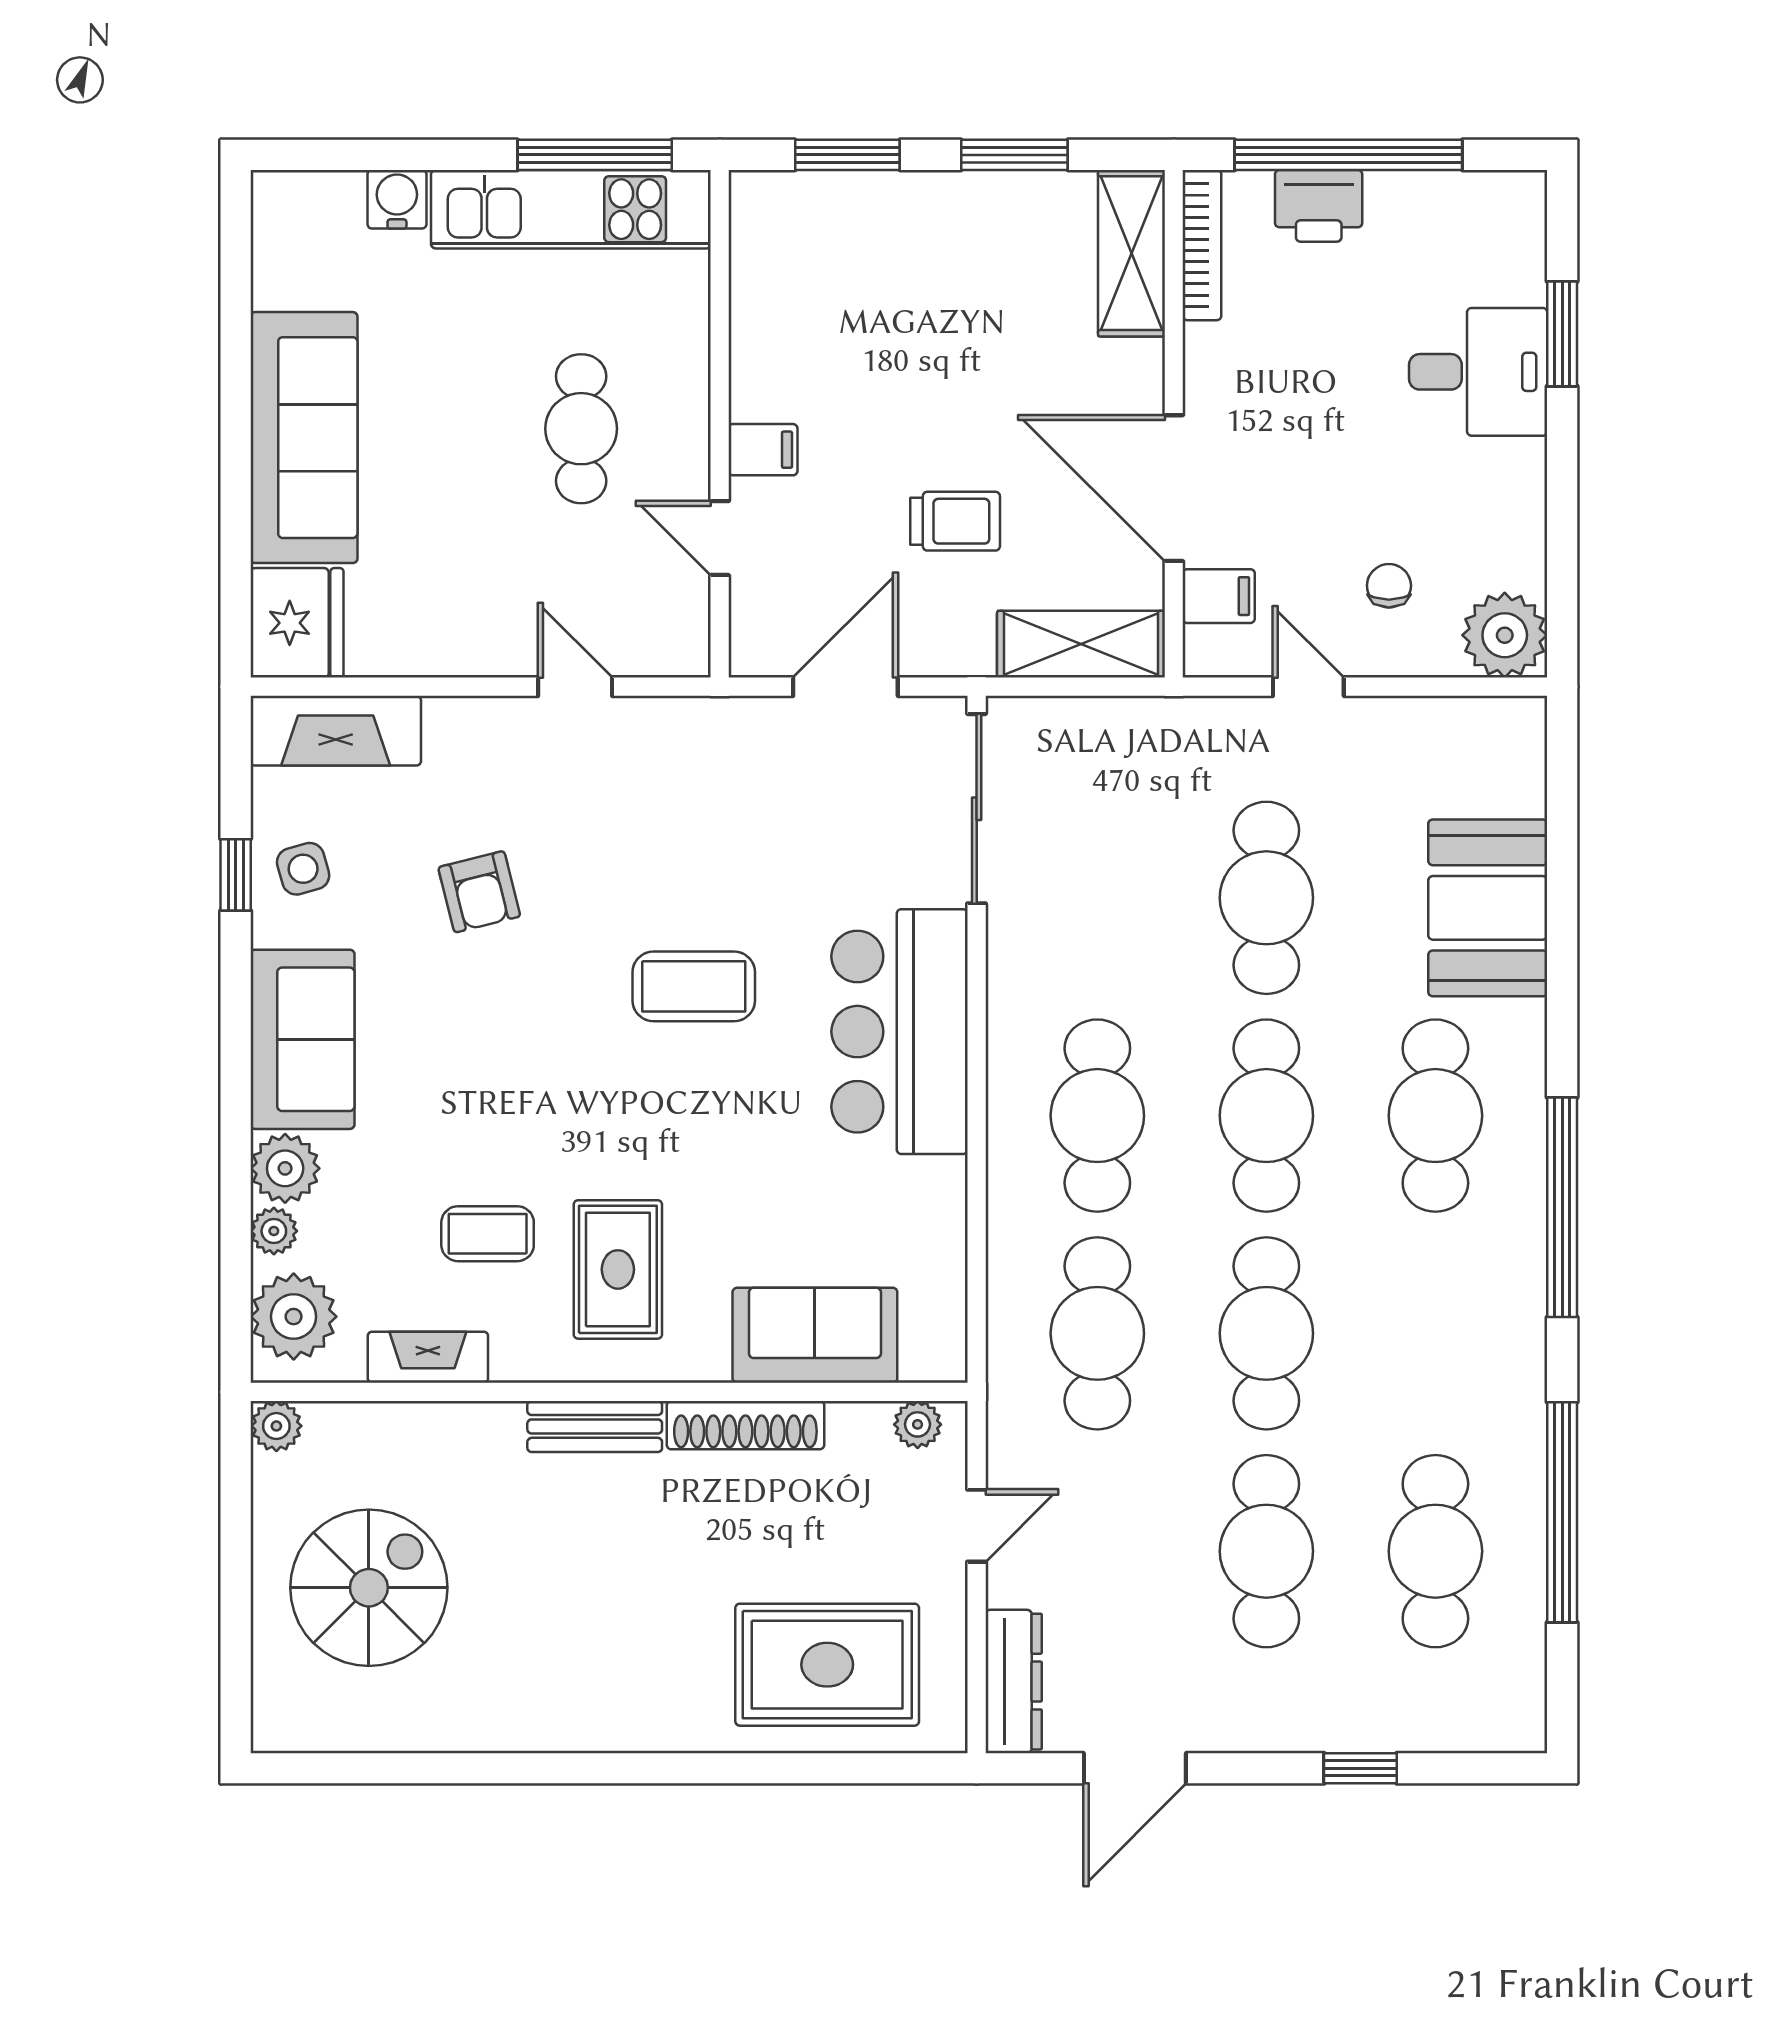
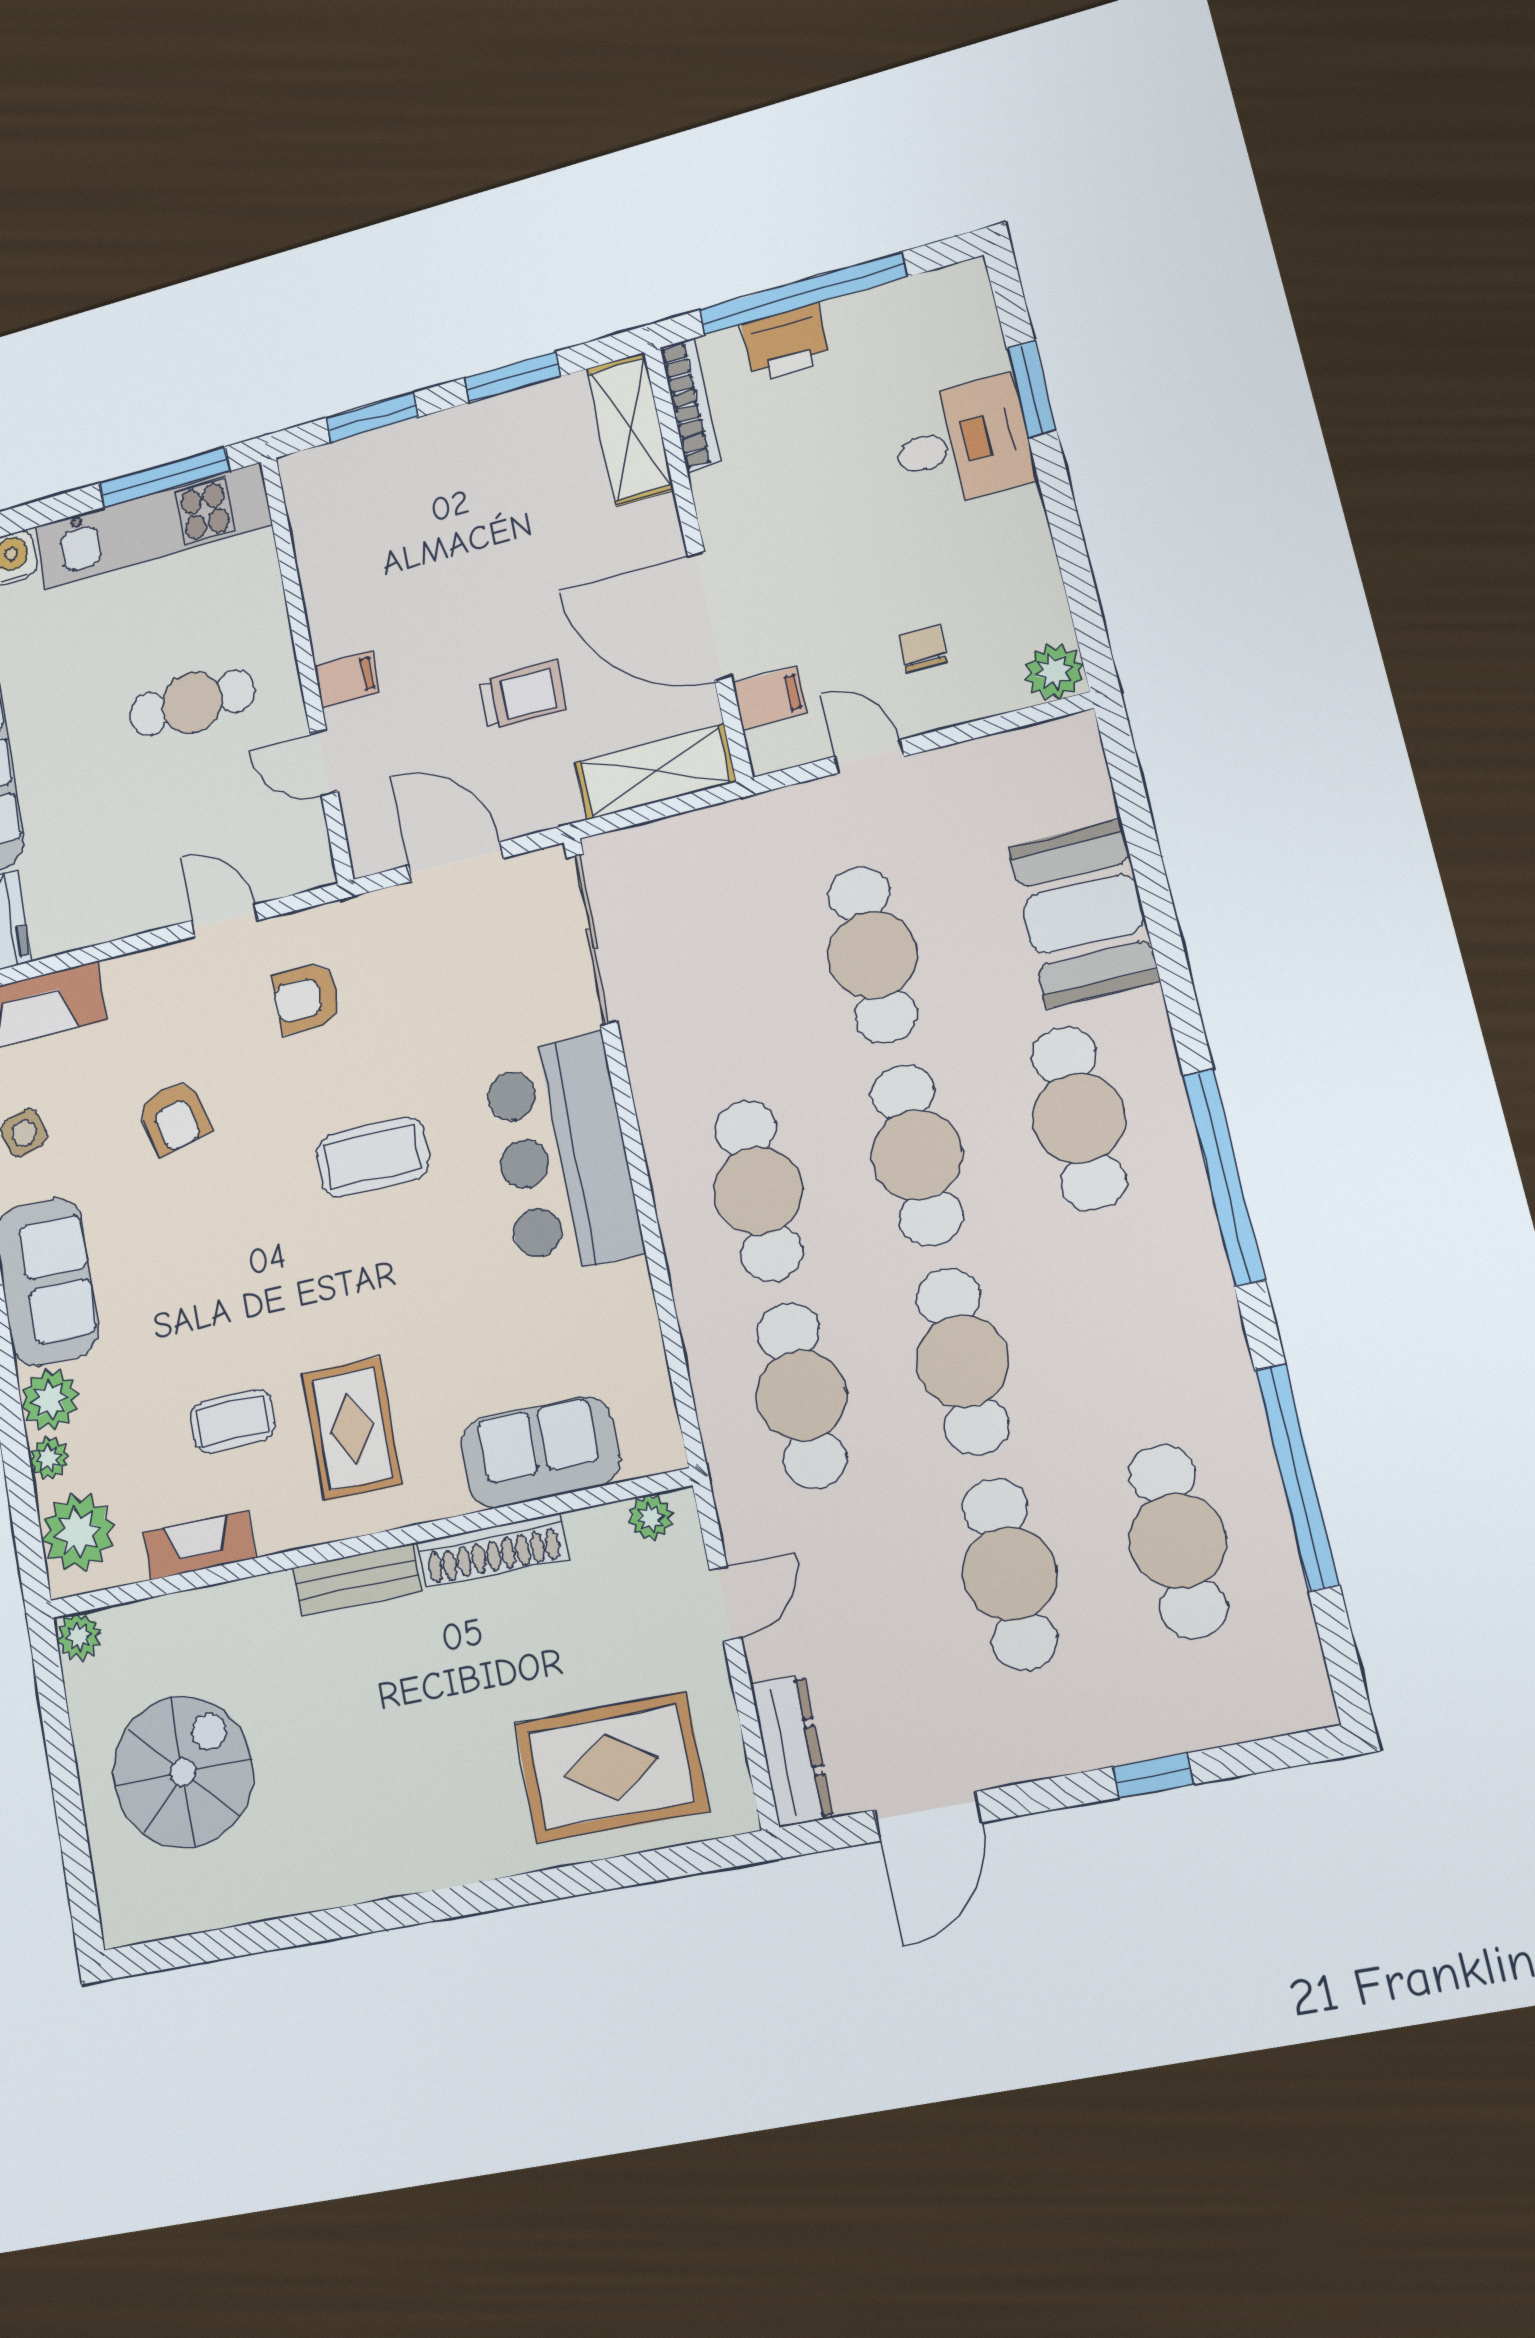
cafe table: (581, 429) -> (192, 703), turned 90
plant: (1505, 635) -> (1054, 672), width x0.73, depth x0.73
door: (845, 687) -> (456, 862), hinge flipped
armchair: (652, 796) -> (306, 998), added

